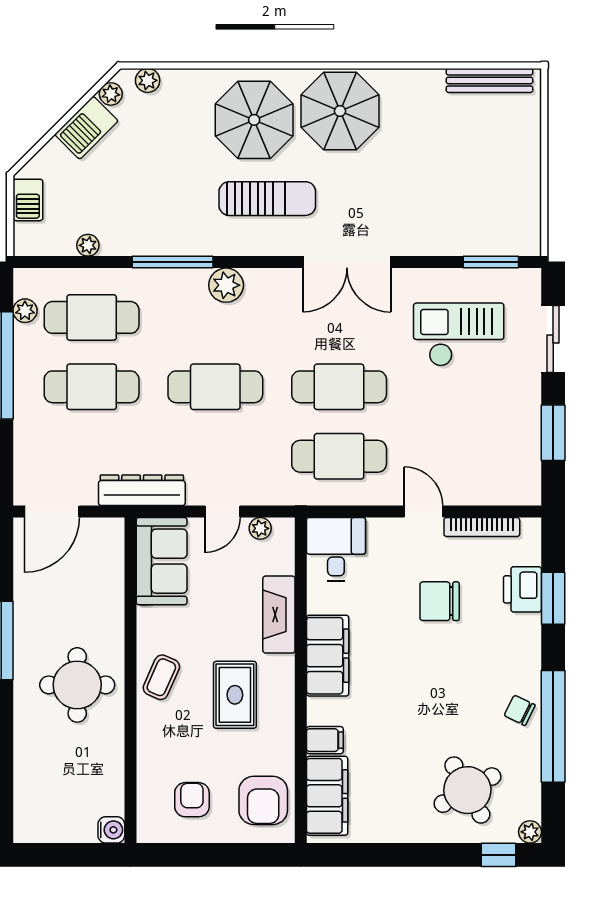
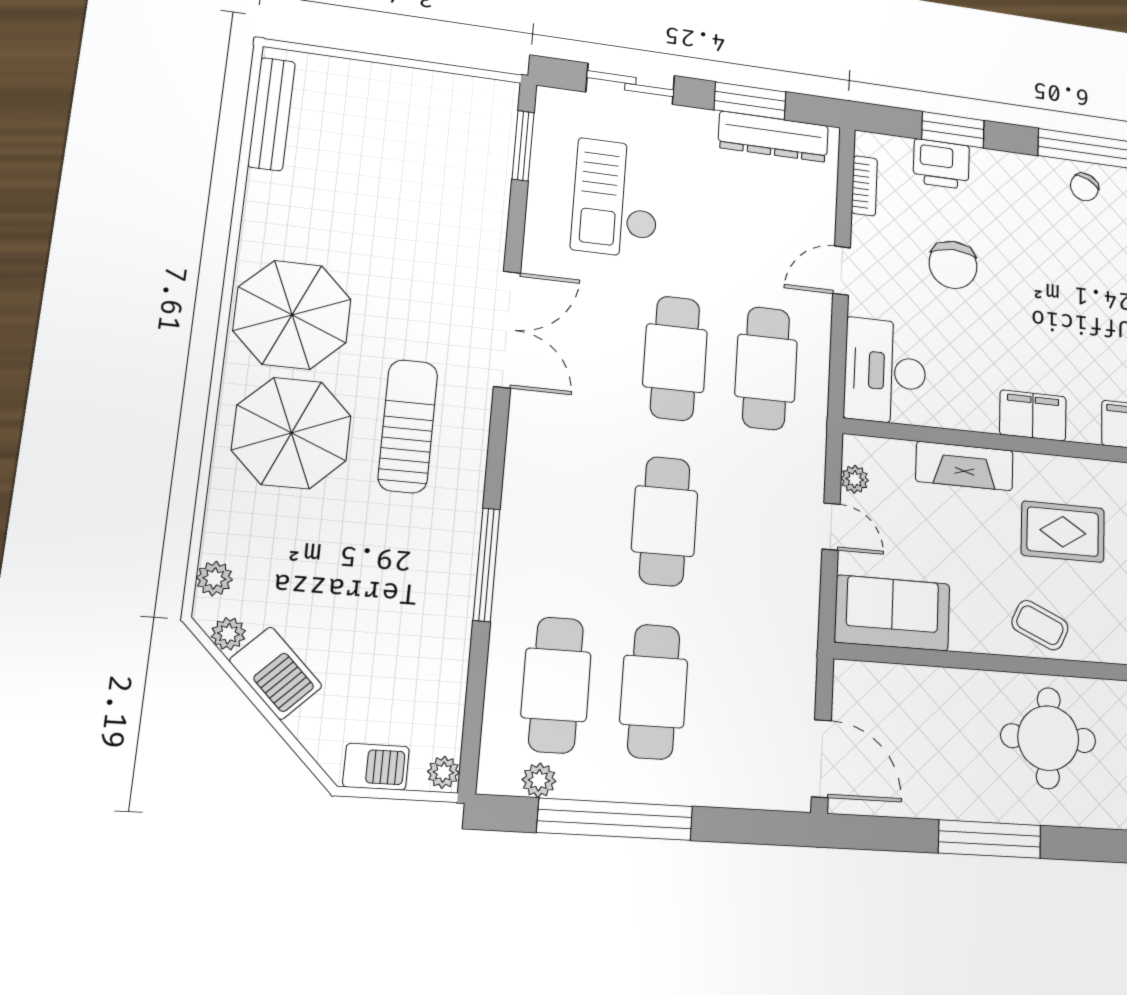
plant: (88, 245) -> (443, 772), moved
plant: (226, 285) -> (525, 494), removed
dresser: (142, 490) -> (773, 137), moved, turned -90
bookcase: (482, 527) -> (864, 186), width x0.64
desk: (336, 549) -> (885, 371), width x1.37
filing cabinet: (328, 656) -> (1033, 415), width x0.67, depth x0.86

